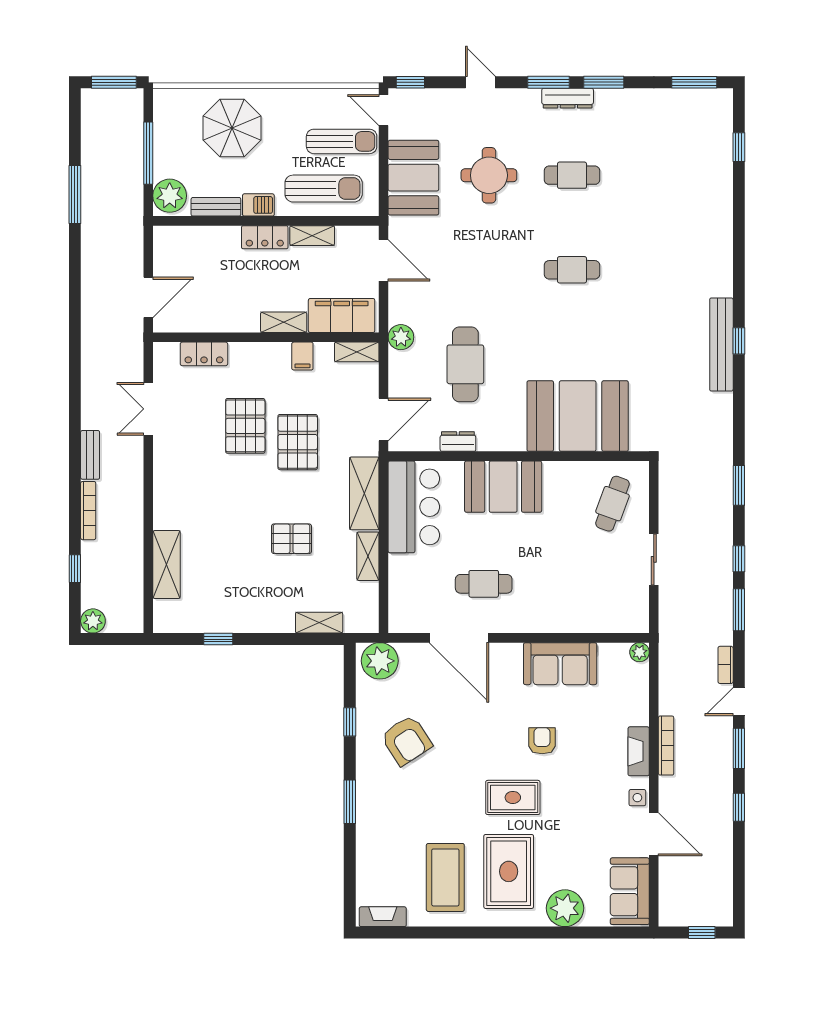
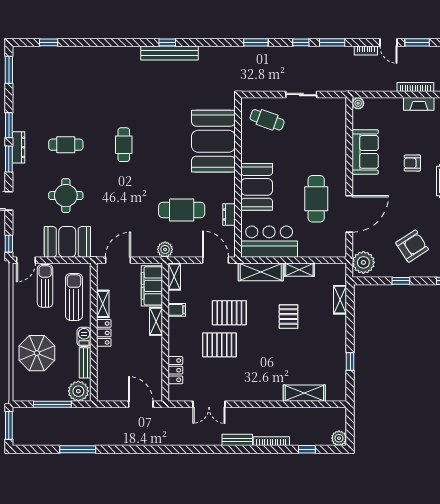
cafe table: (572, 175) -> (66, 145), turned 90
cafe table: (484, 584) -> (316, 199), width x1.37, depth x1.35

